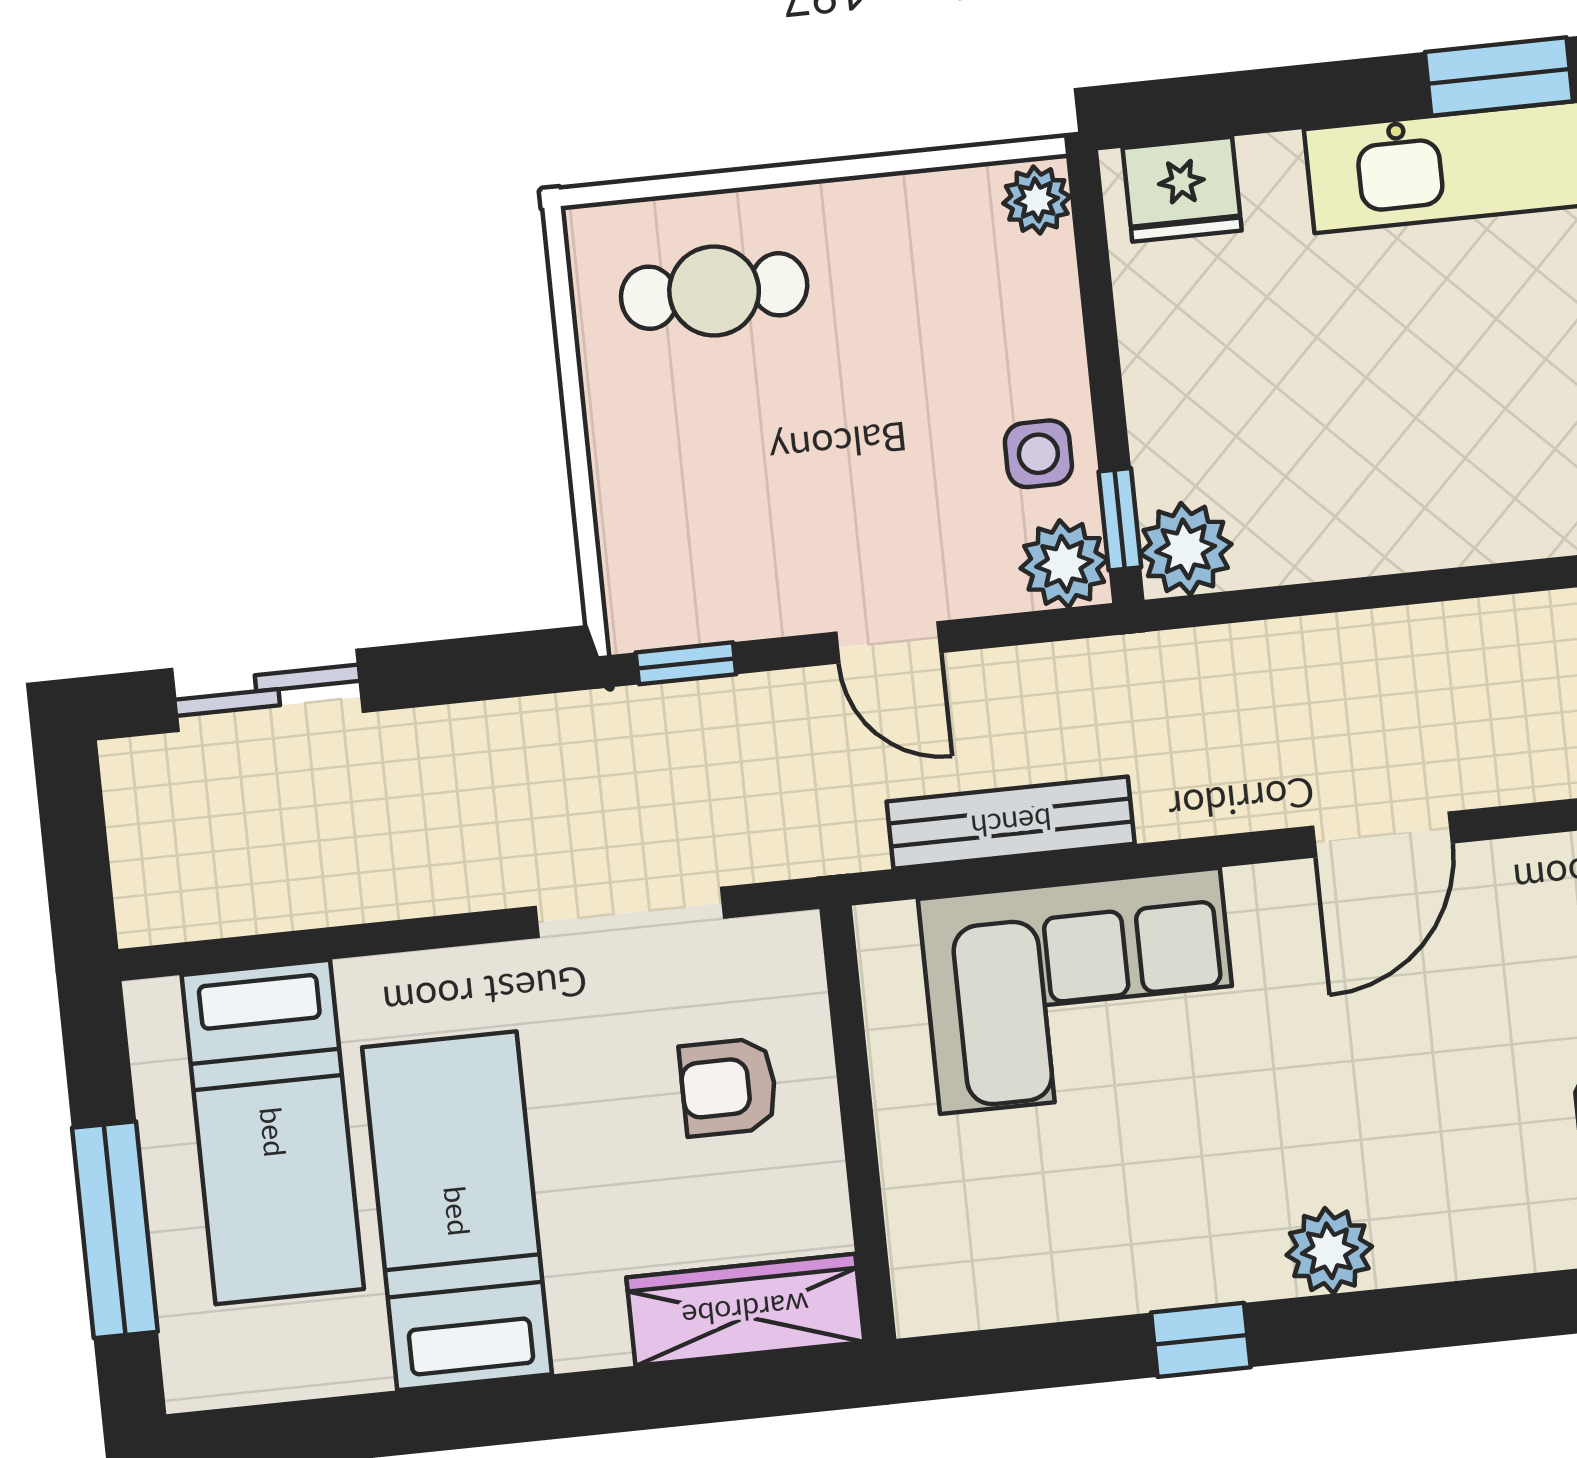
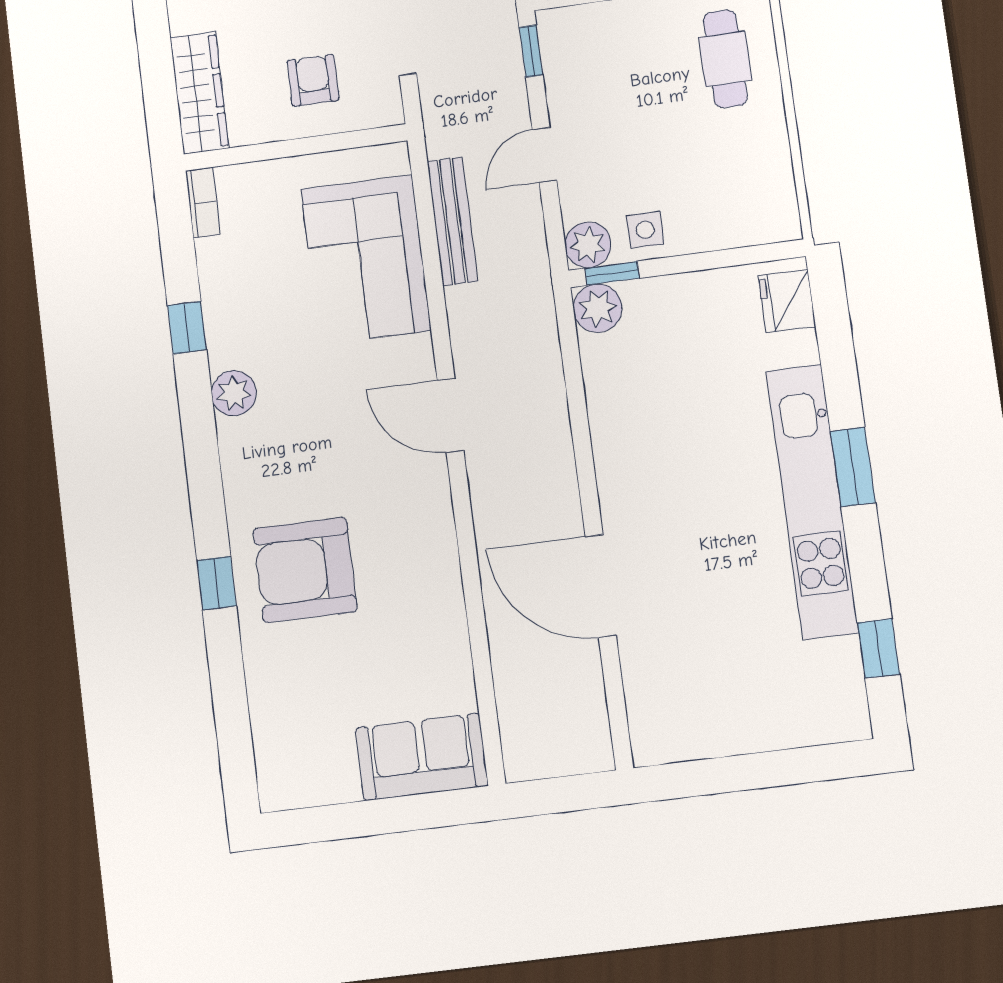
plant: (1037, 200) -> (779, 225), removed
bookcase: (959, 1306) -> (203, 202), added

